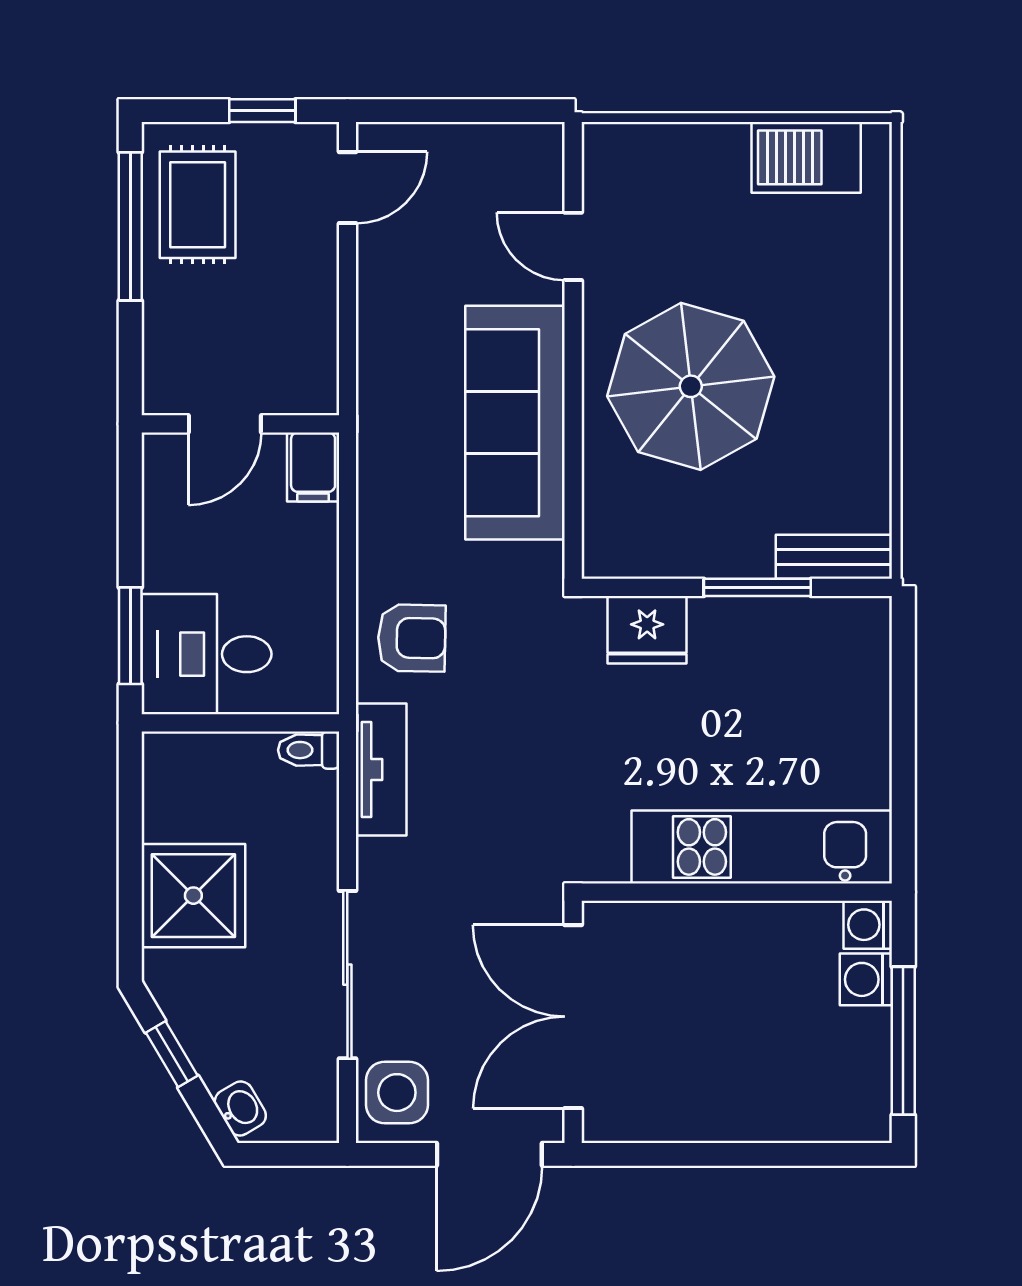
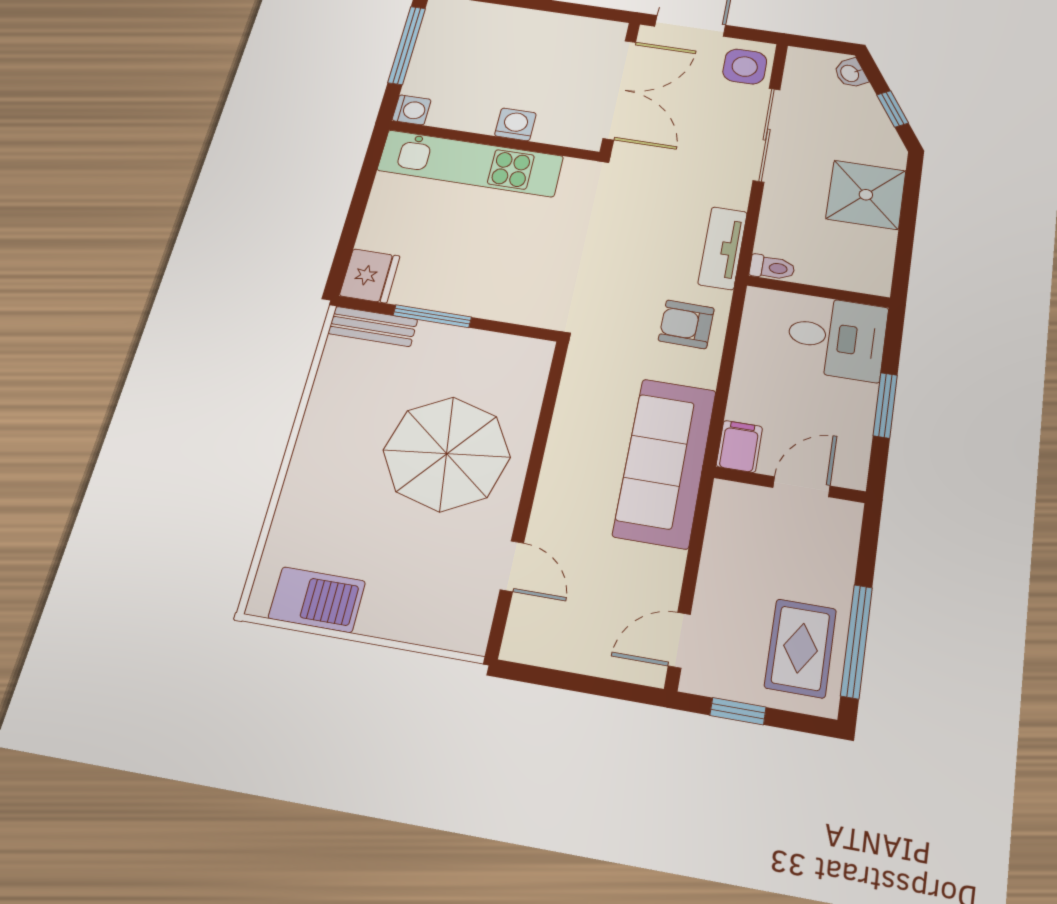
sofa: (515, 423) -> (665, 462), moved, turned 180
fridge: (647, 630) -> (370, 276), moved, turned 90
window: (130, 636) -> (885, 405), moved
washing machine: (866, 979) -> (515, 124), moved, turned -90

